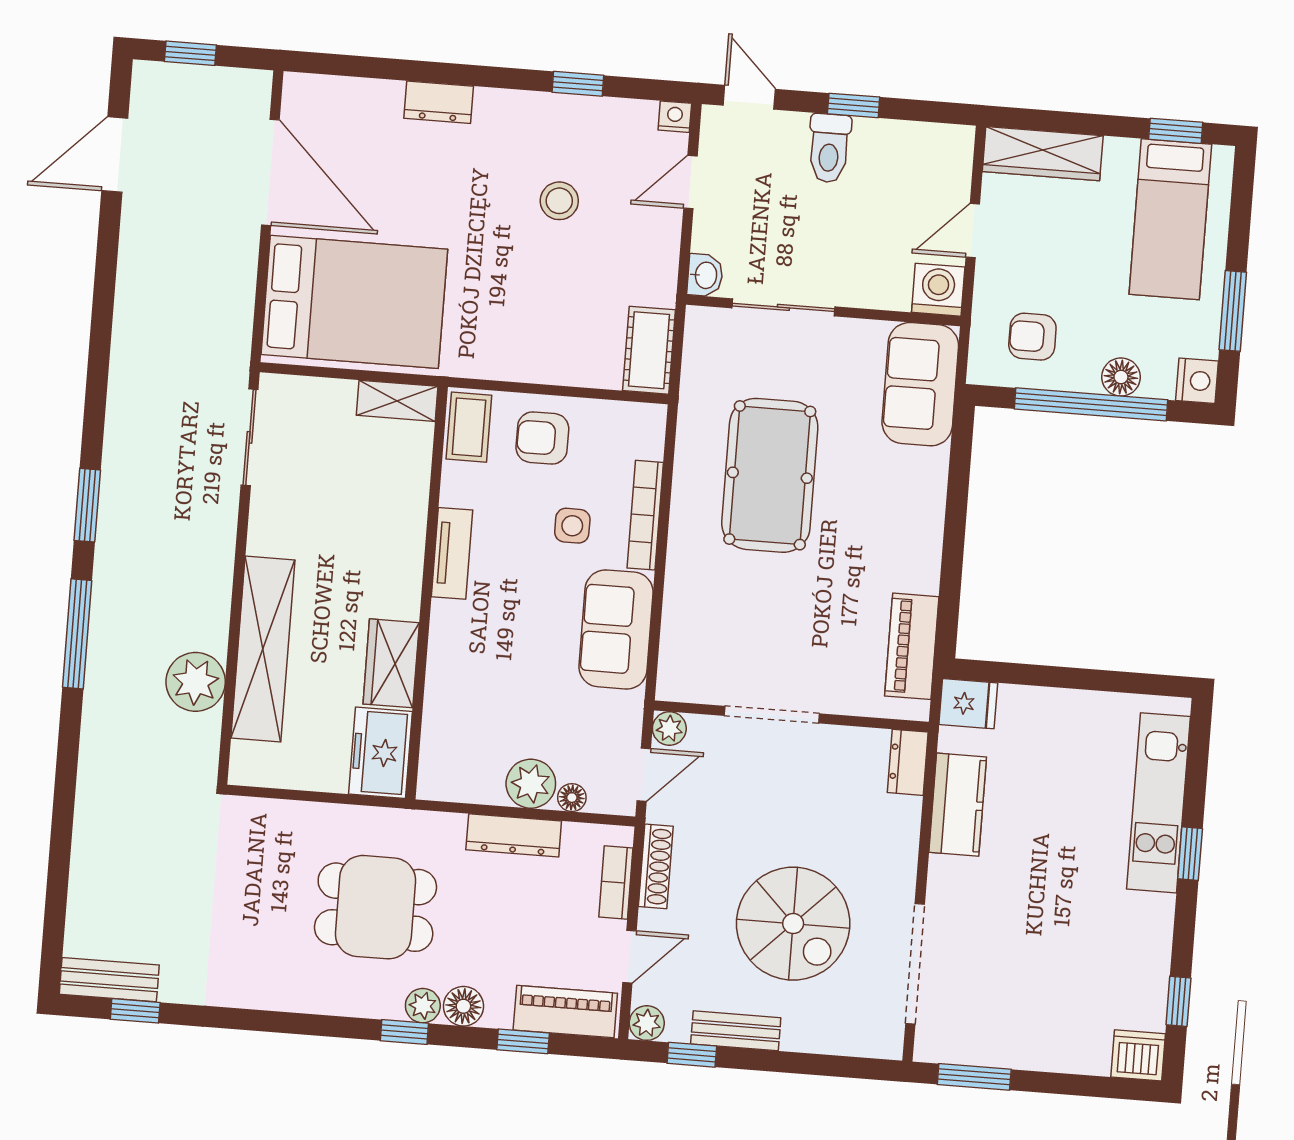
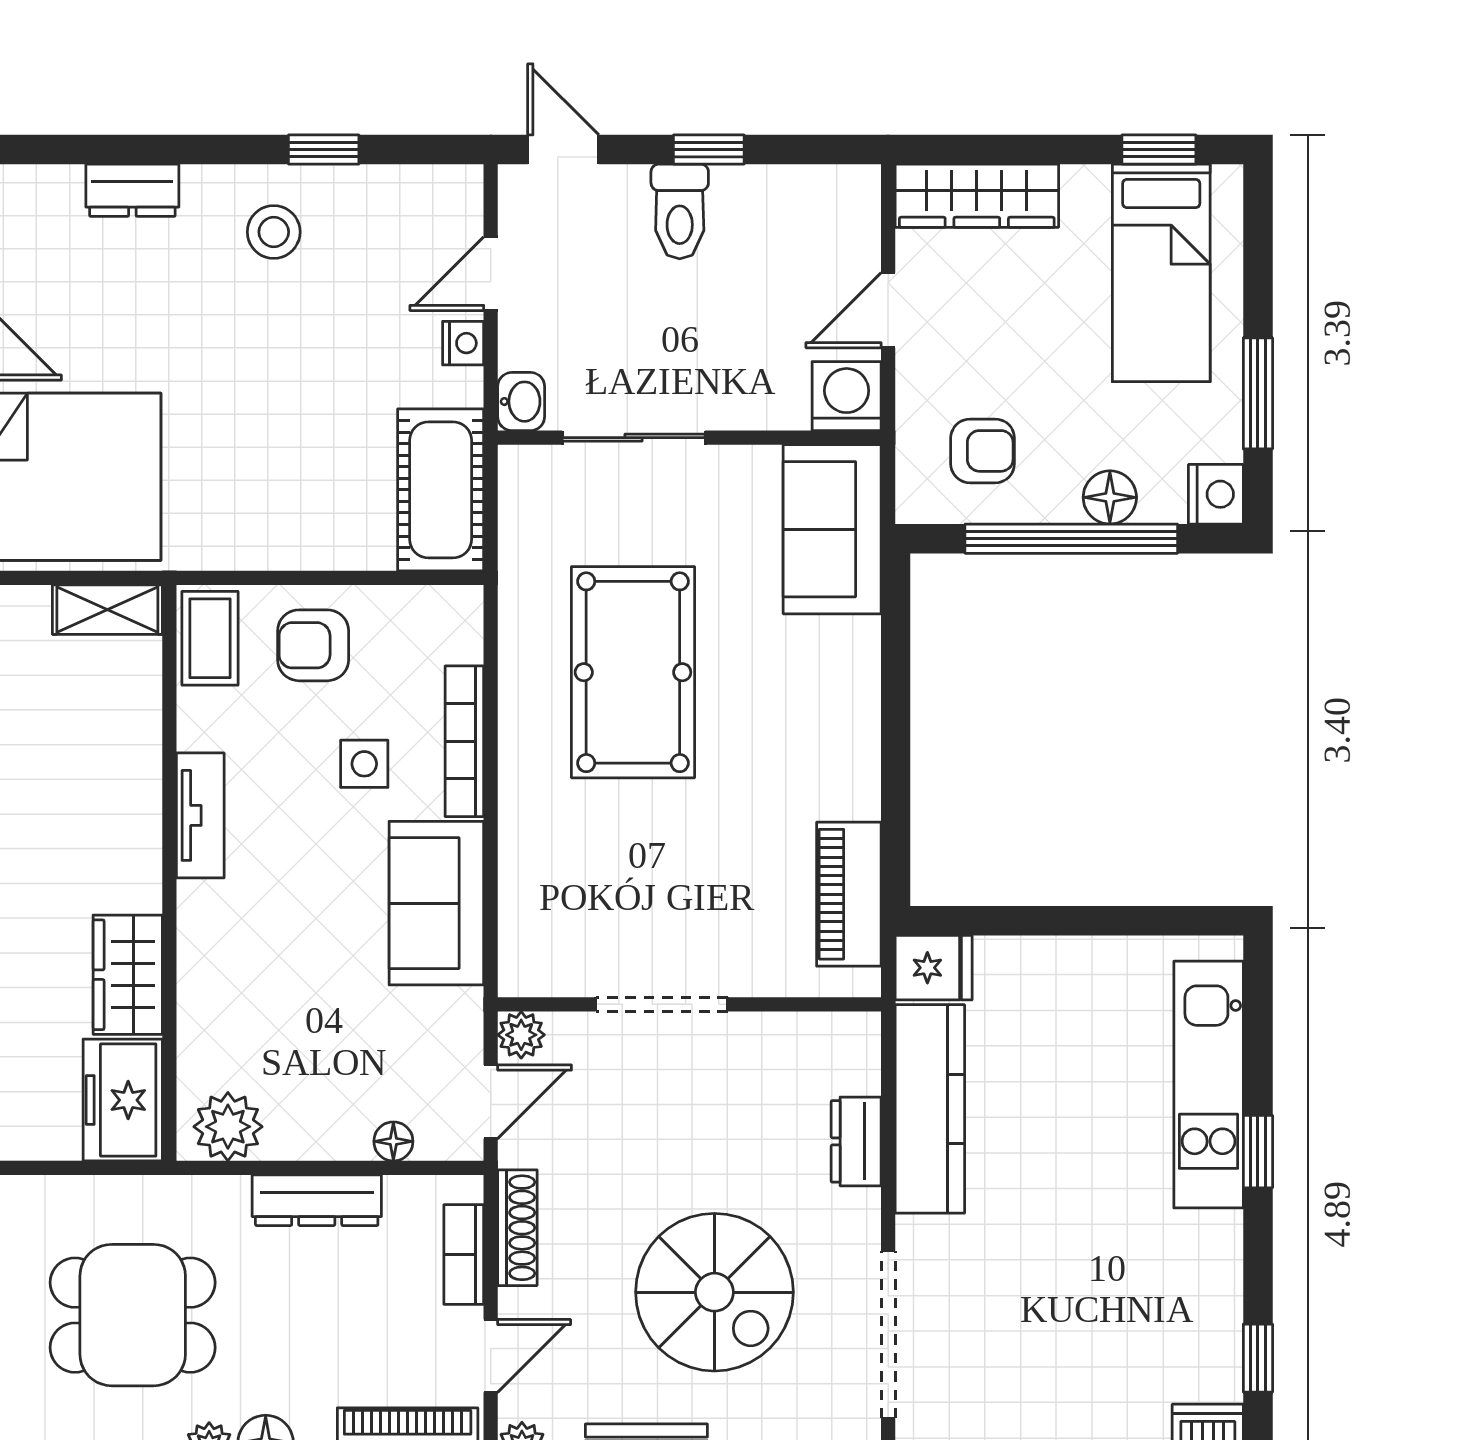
nightstand: (675, 117) -> (463, 343), moved, turned 90
stool: (559, 201) -> (274, 232), moved
armchair: (1032, 337) -> (983, 451), turned 180
cot: (649, 350) -> (441, 490), width x1.37, depth x1.34
dresser: (908, 762) -> (856, 1141), moved
plant: (531, 784) -> (228, 1127), moved
kitchen counter: (958, 805) -> (930, 1109), width x1.50

